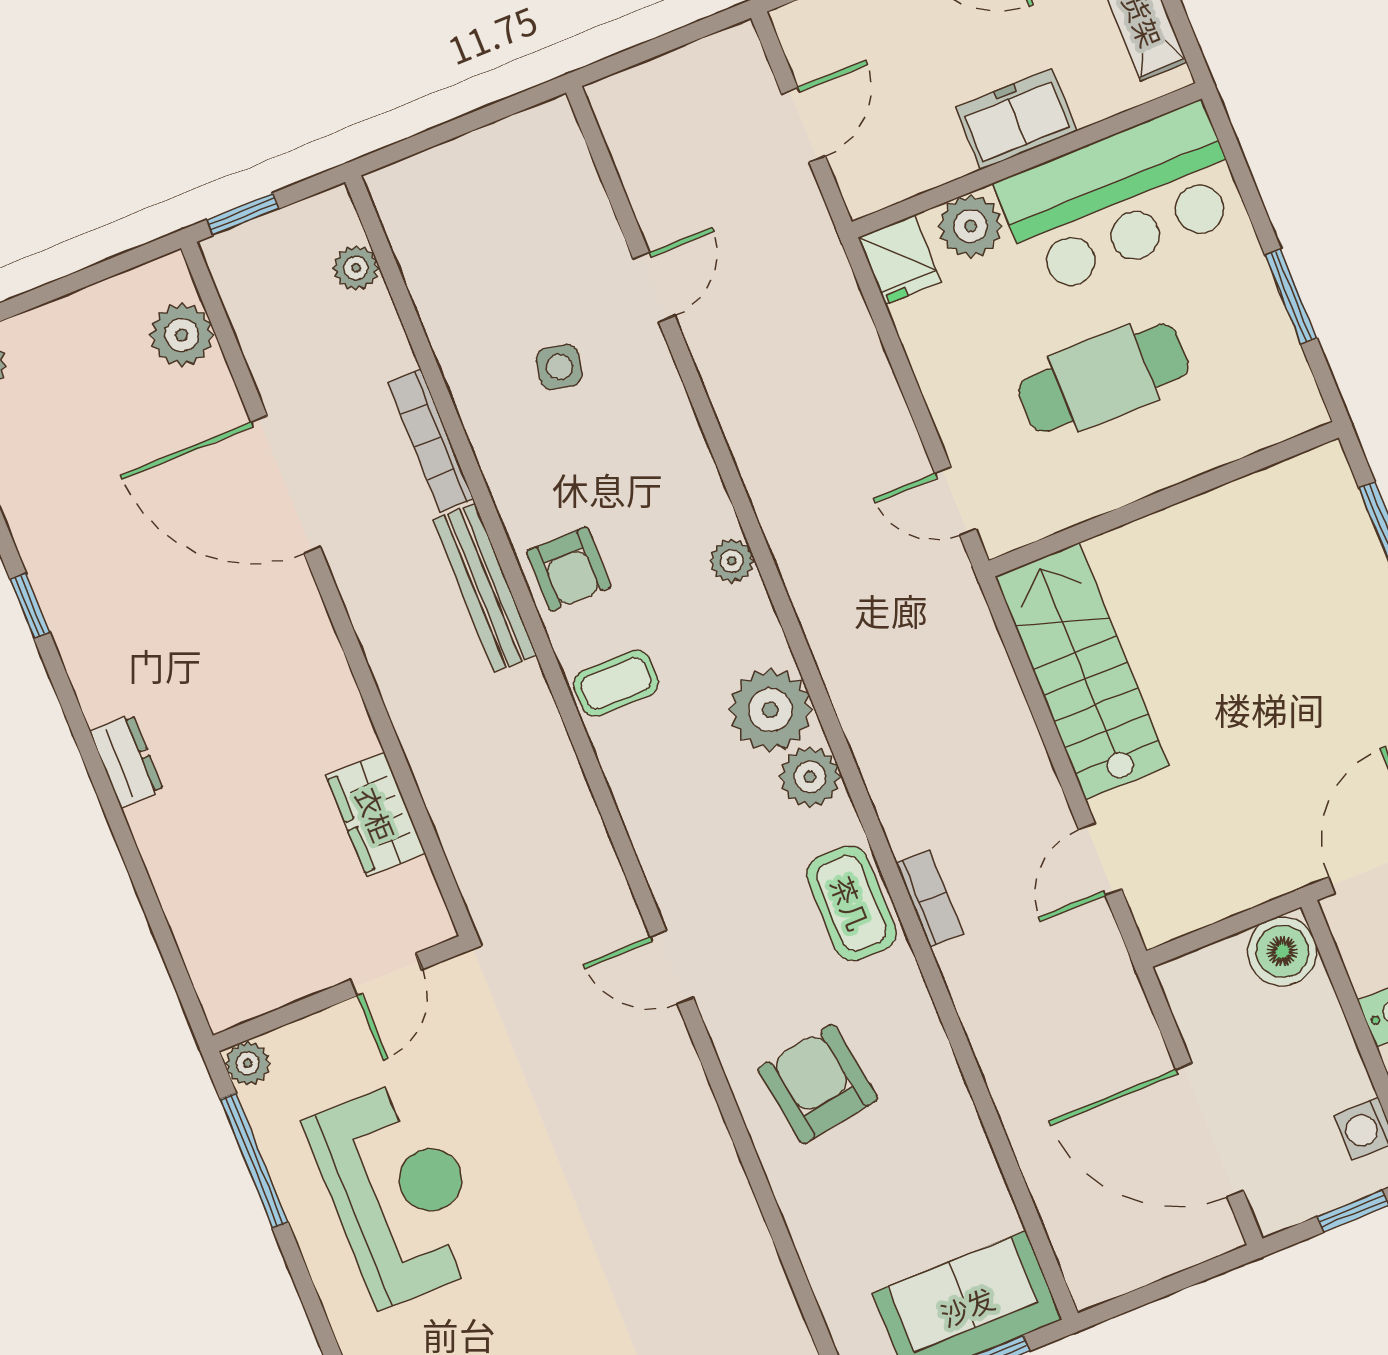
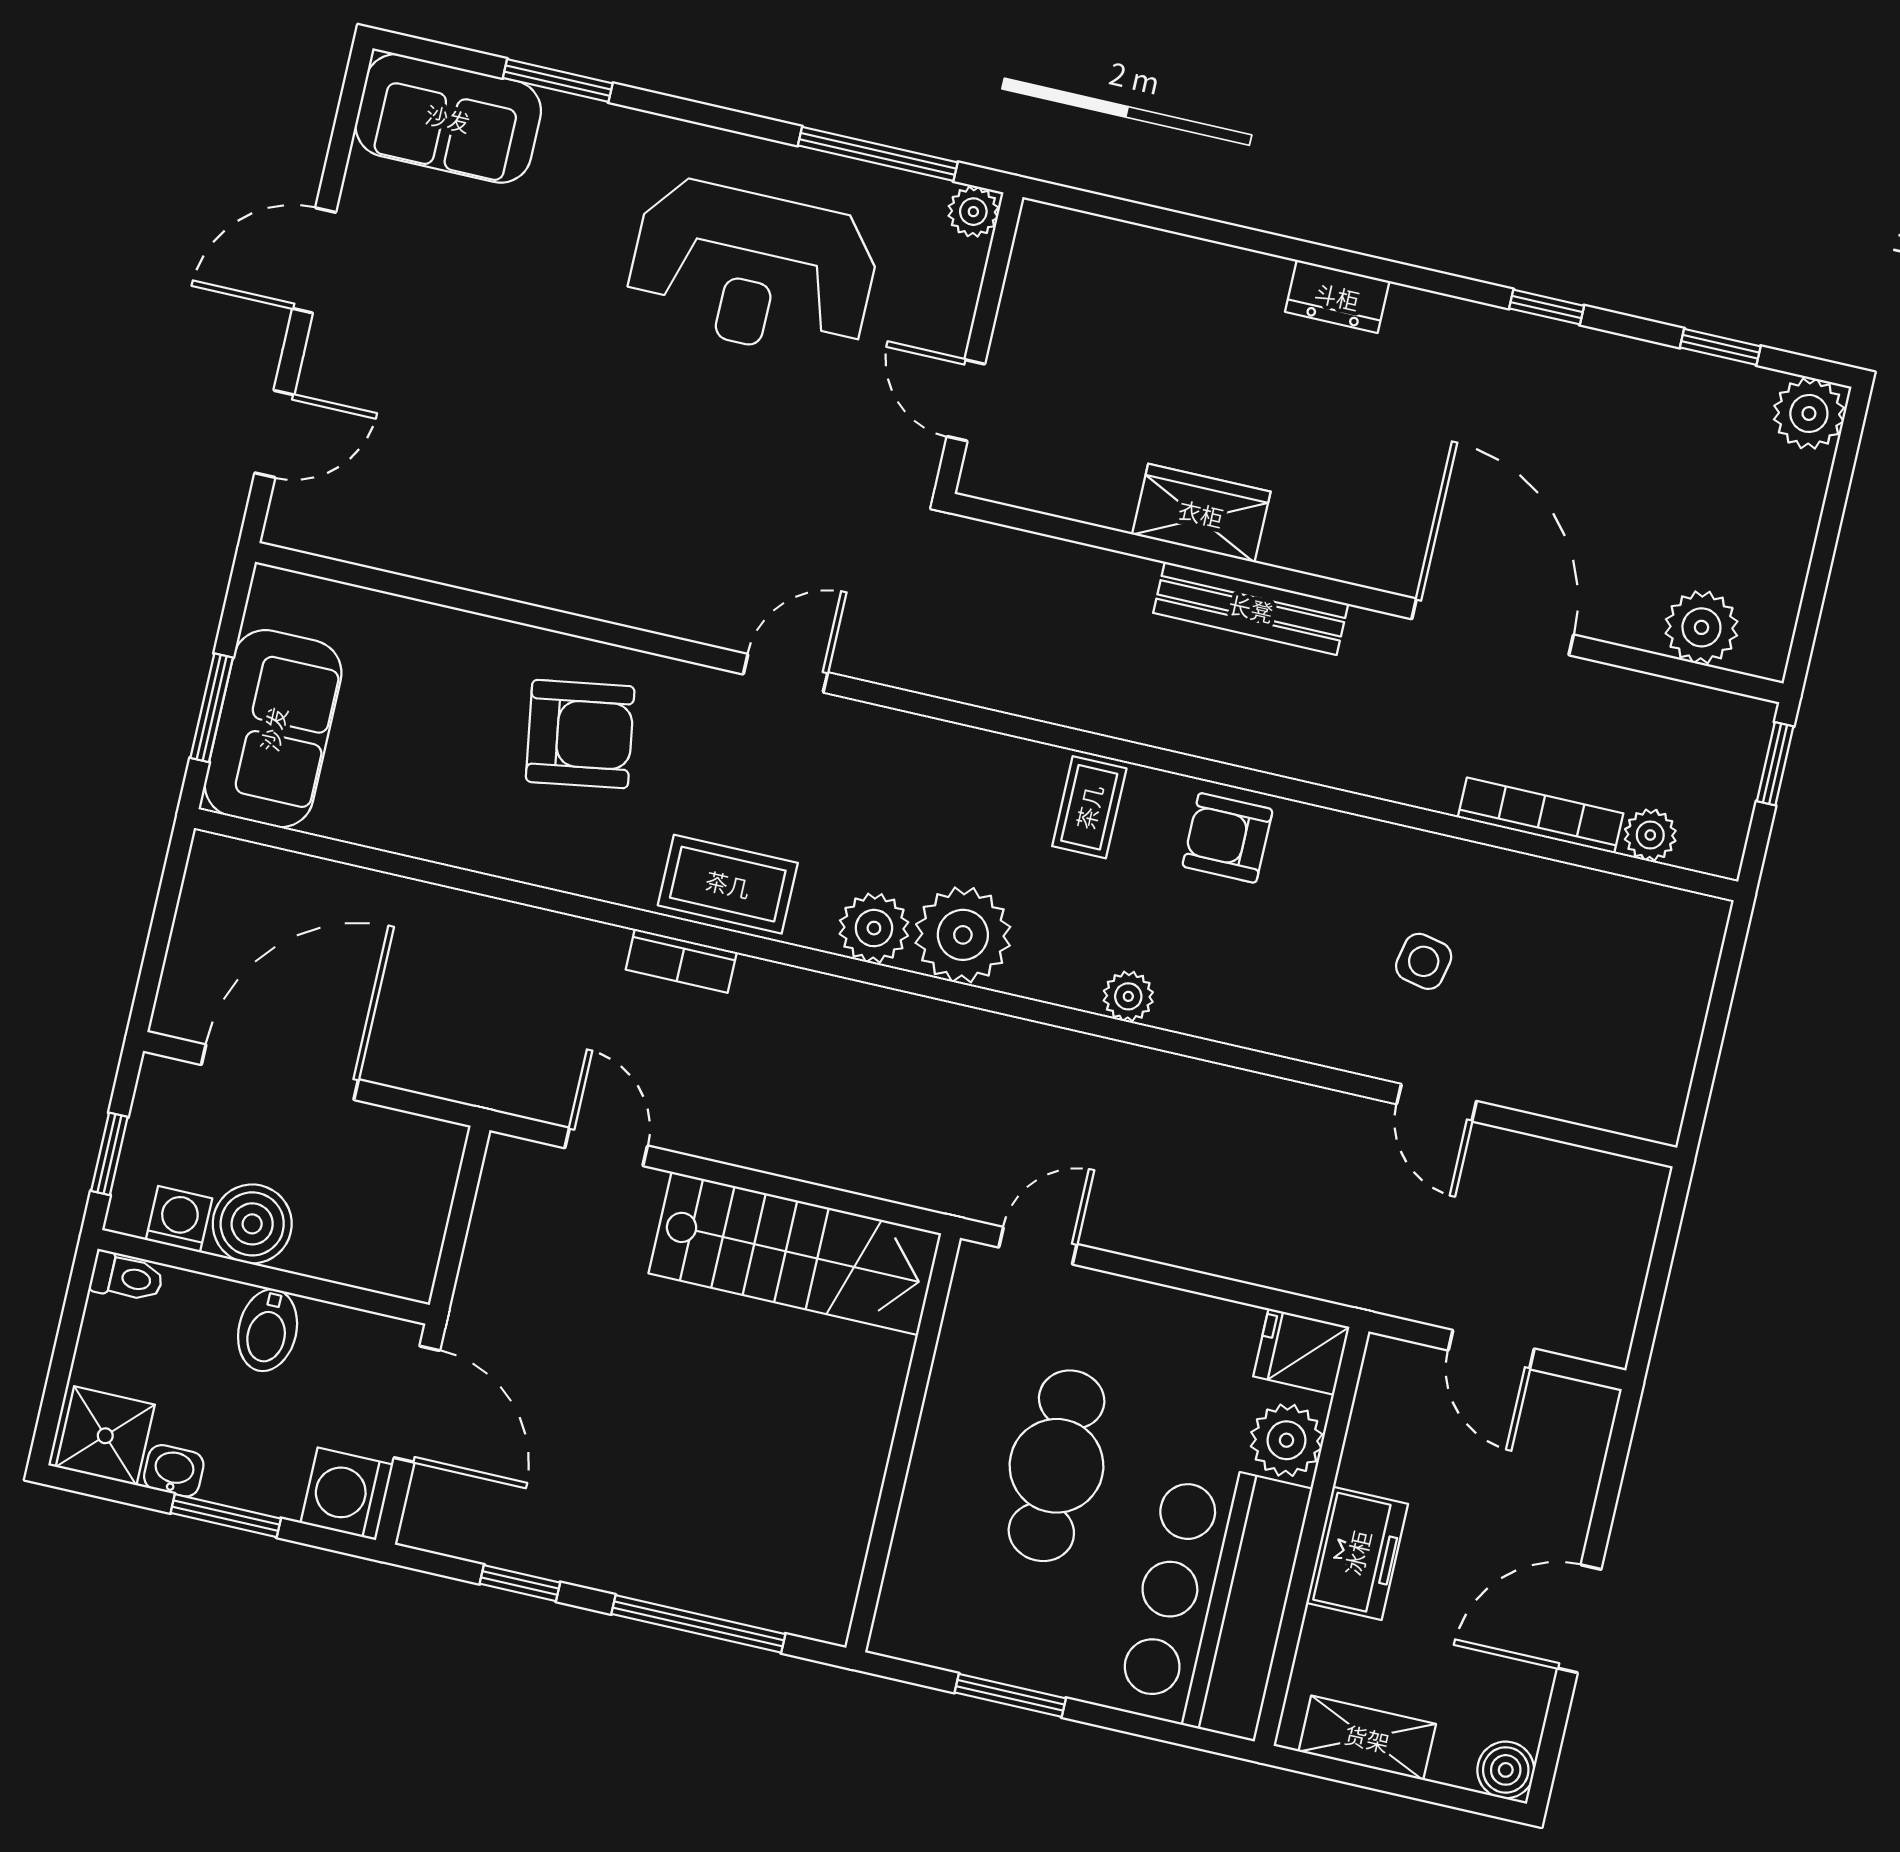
bookcase: (431, 441) -> (1541, 815), moved
door: (286, 485) -> (1493, 627), hinge flipped
bench: (485, 588) -> (1251, 608), moved
wardrobe: (376, 814) -> (1201, 513), moved
boiler: (1282, 951) -> (252, 1224), moved

